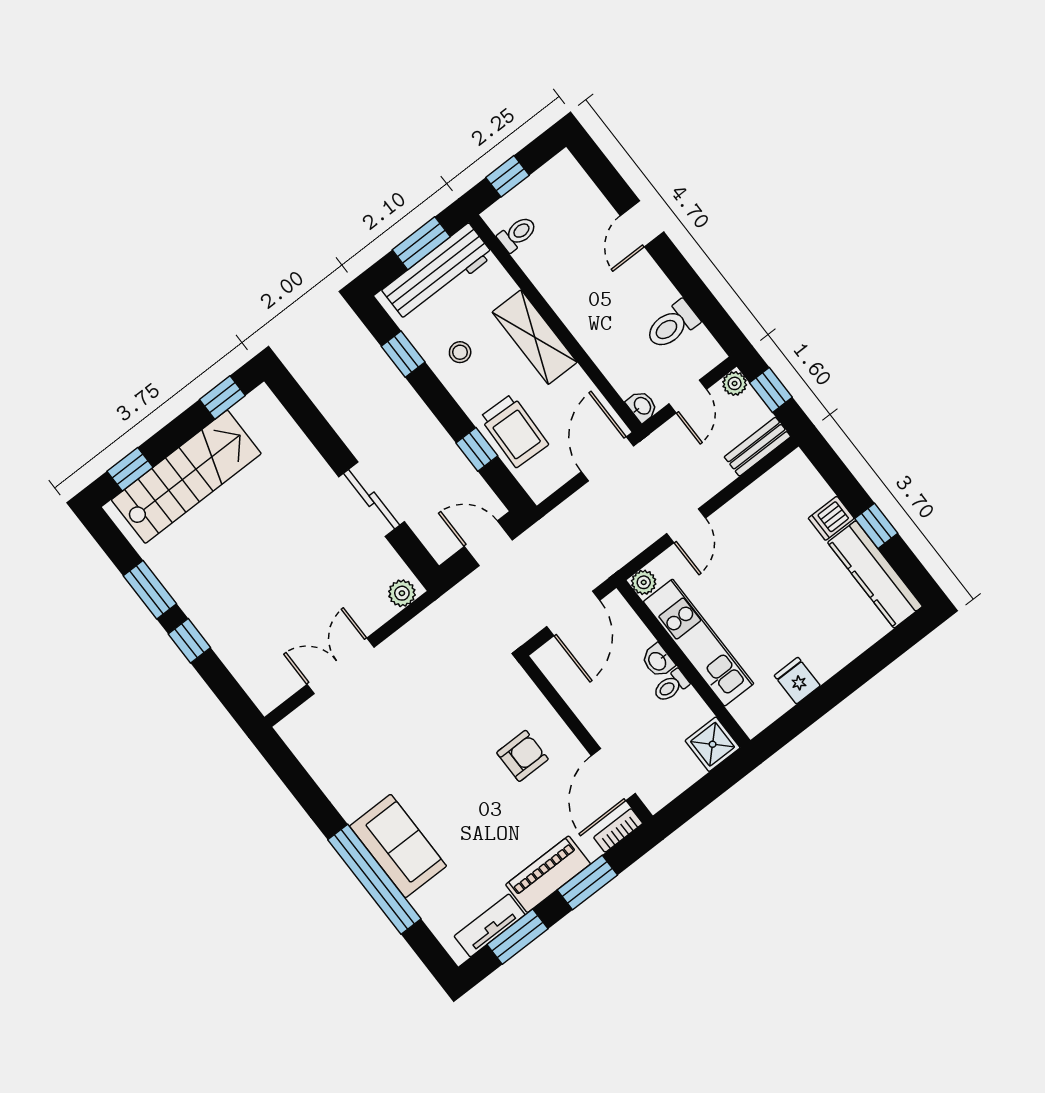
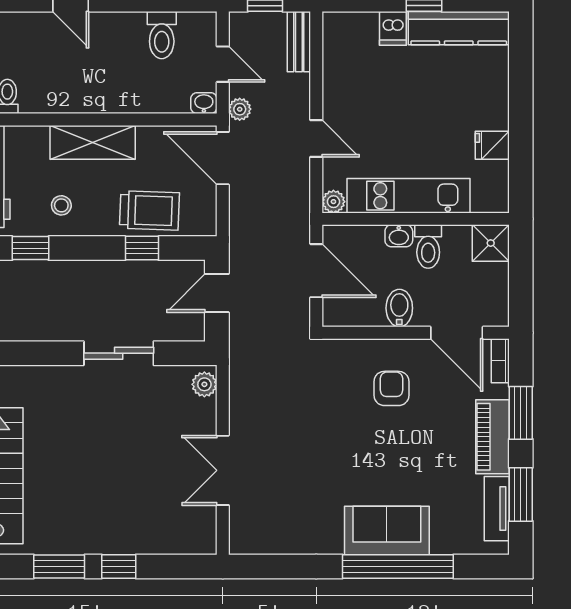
plant: (735, 383) -> (240, 109), moved
toilet: (671, 686) -> (428, 247), width x1.37, depth x1.39
bidet: (596, 709) -> (399, 308), added

